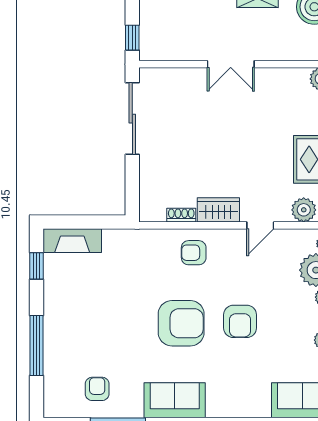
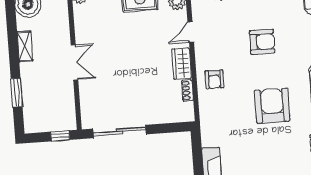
door: (260, 225) -> (191, 32), swing flipped
armchair: (181, 323) -> (272, 106), moved

